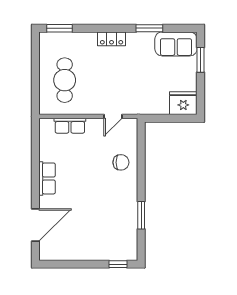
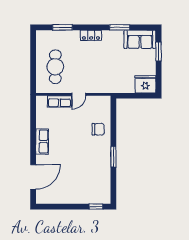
window: (60, 28) -> (62, 27), moved
door: (113, 116) -> (79, 94), moved
window: (141, 215) -> (113, 157), moved

